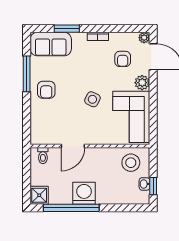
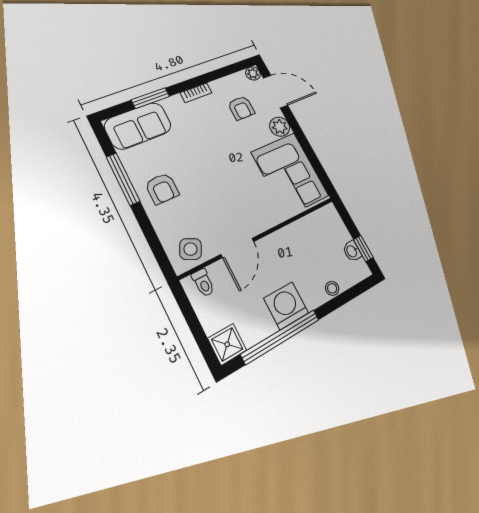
side table: (92, 99) -> (191, 249), moved
stool: (131, 163) -> (332, 288), moved, width x0.53, depth x0.53

